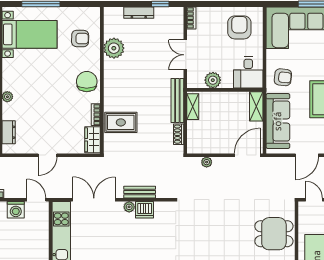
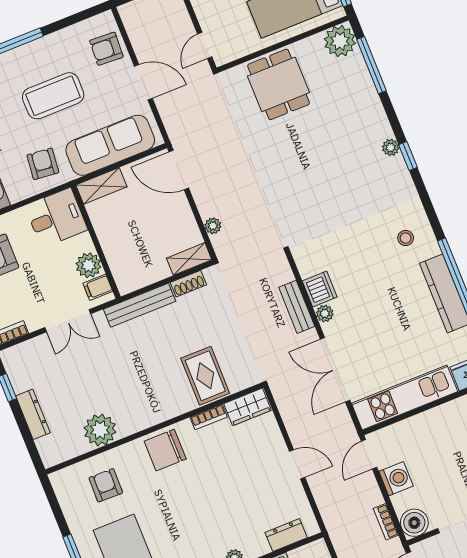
filing cabinet: (198, 80) -> (98, 287), added
shelving: (193, 107) -> (189, 259), moved

